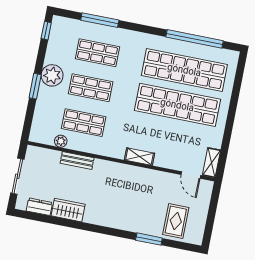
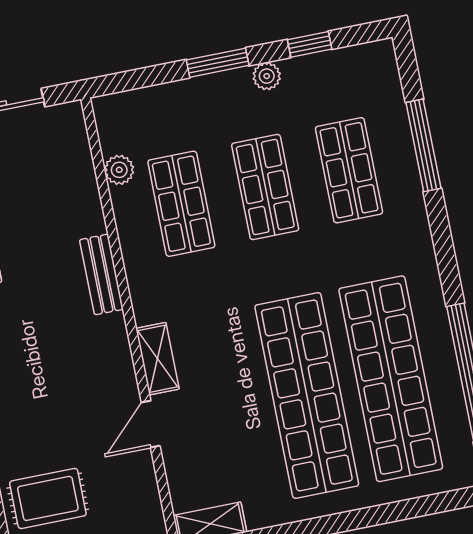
window: (46, 31) -> (310, 44), moved
plant: (52, 75) -> (267, 76), width x0.53, depth x0.53
bench: (77, 161) -> (101, 274), moved
door: (191, 175) -> (151, 424), moved

